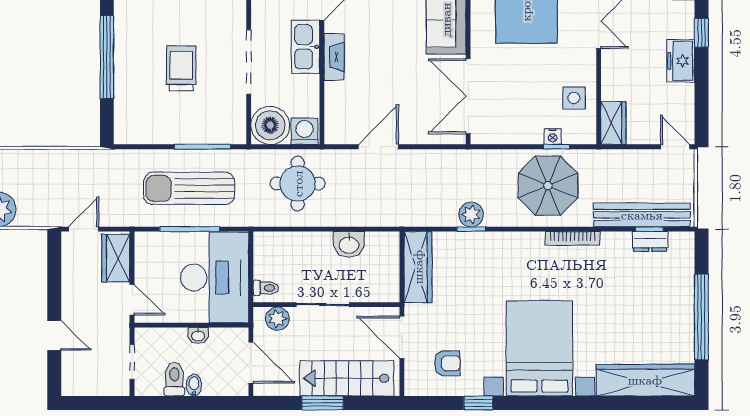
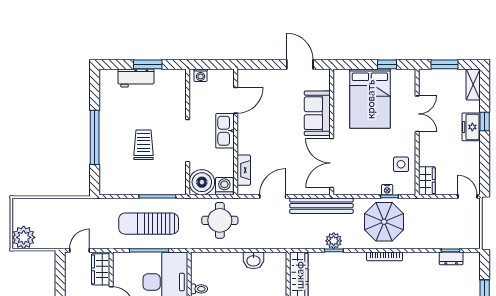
fireplace: (334, 57) -> (244, 170), moved
freezer: (681, 61) -> (471, 127), moved
bench: (642, 215) -> (321, 206), moved
bookcase: (573, 238) -> (385, 256), moved

